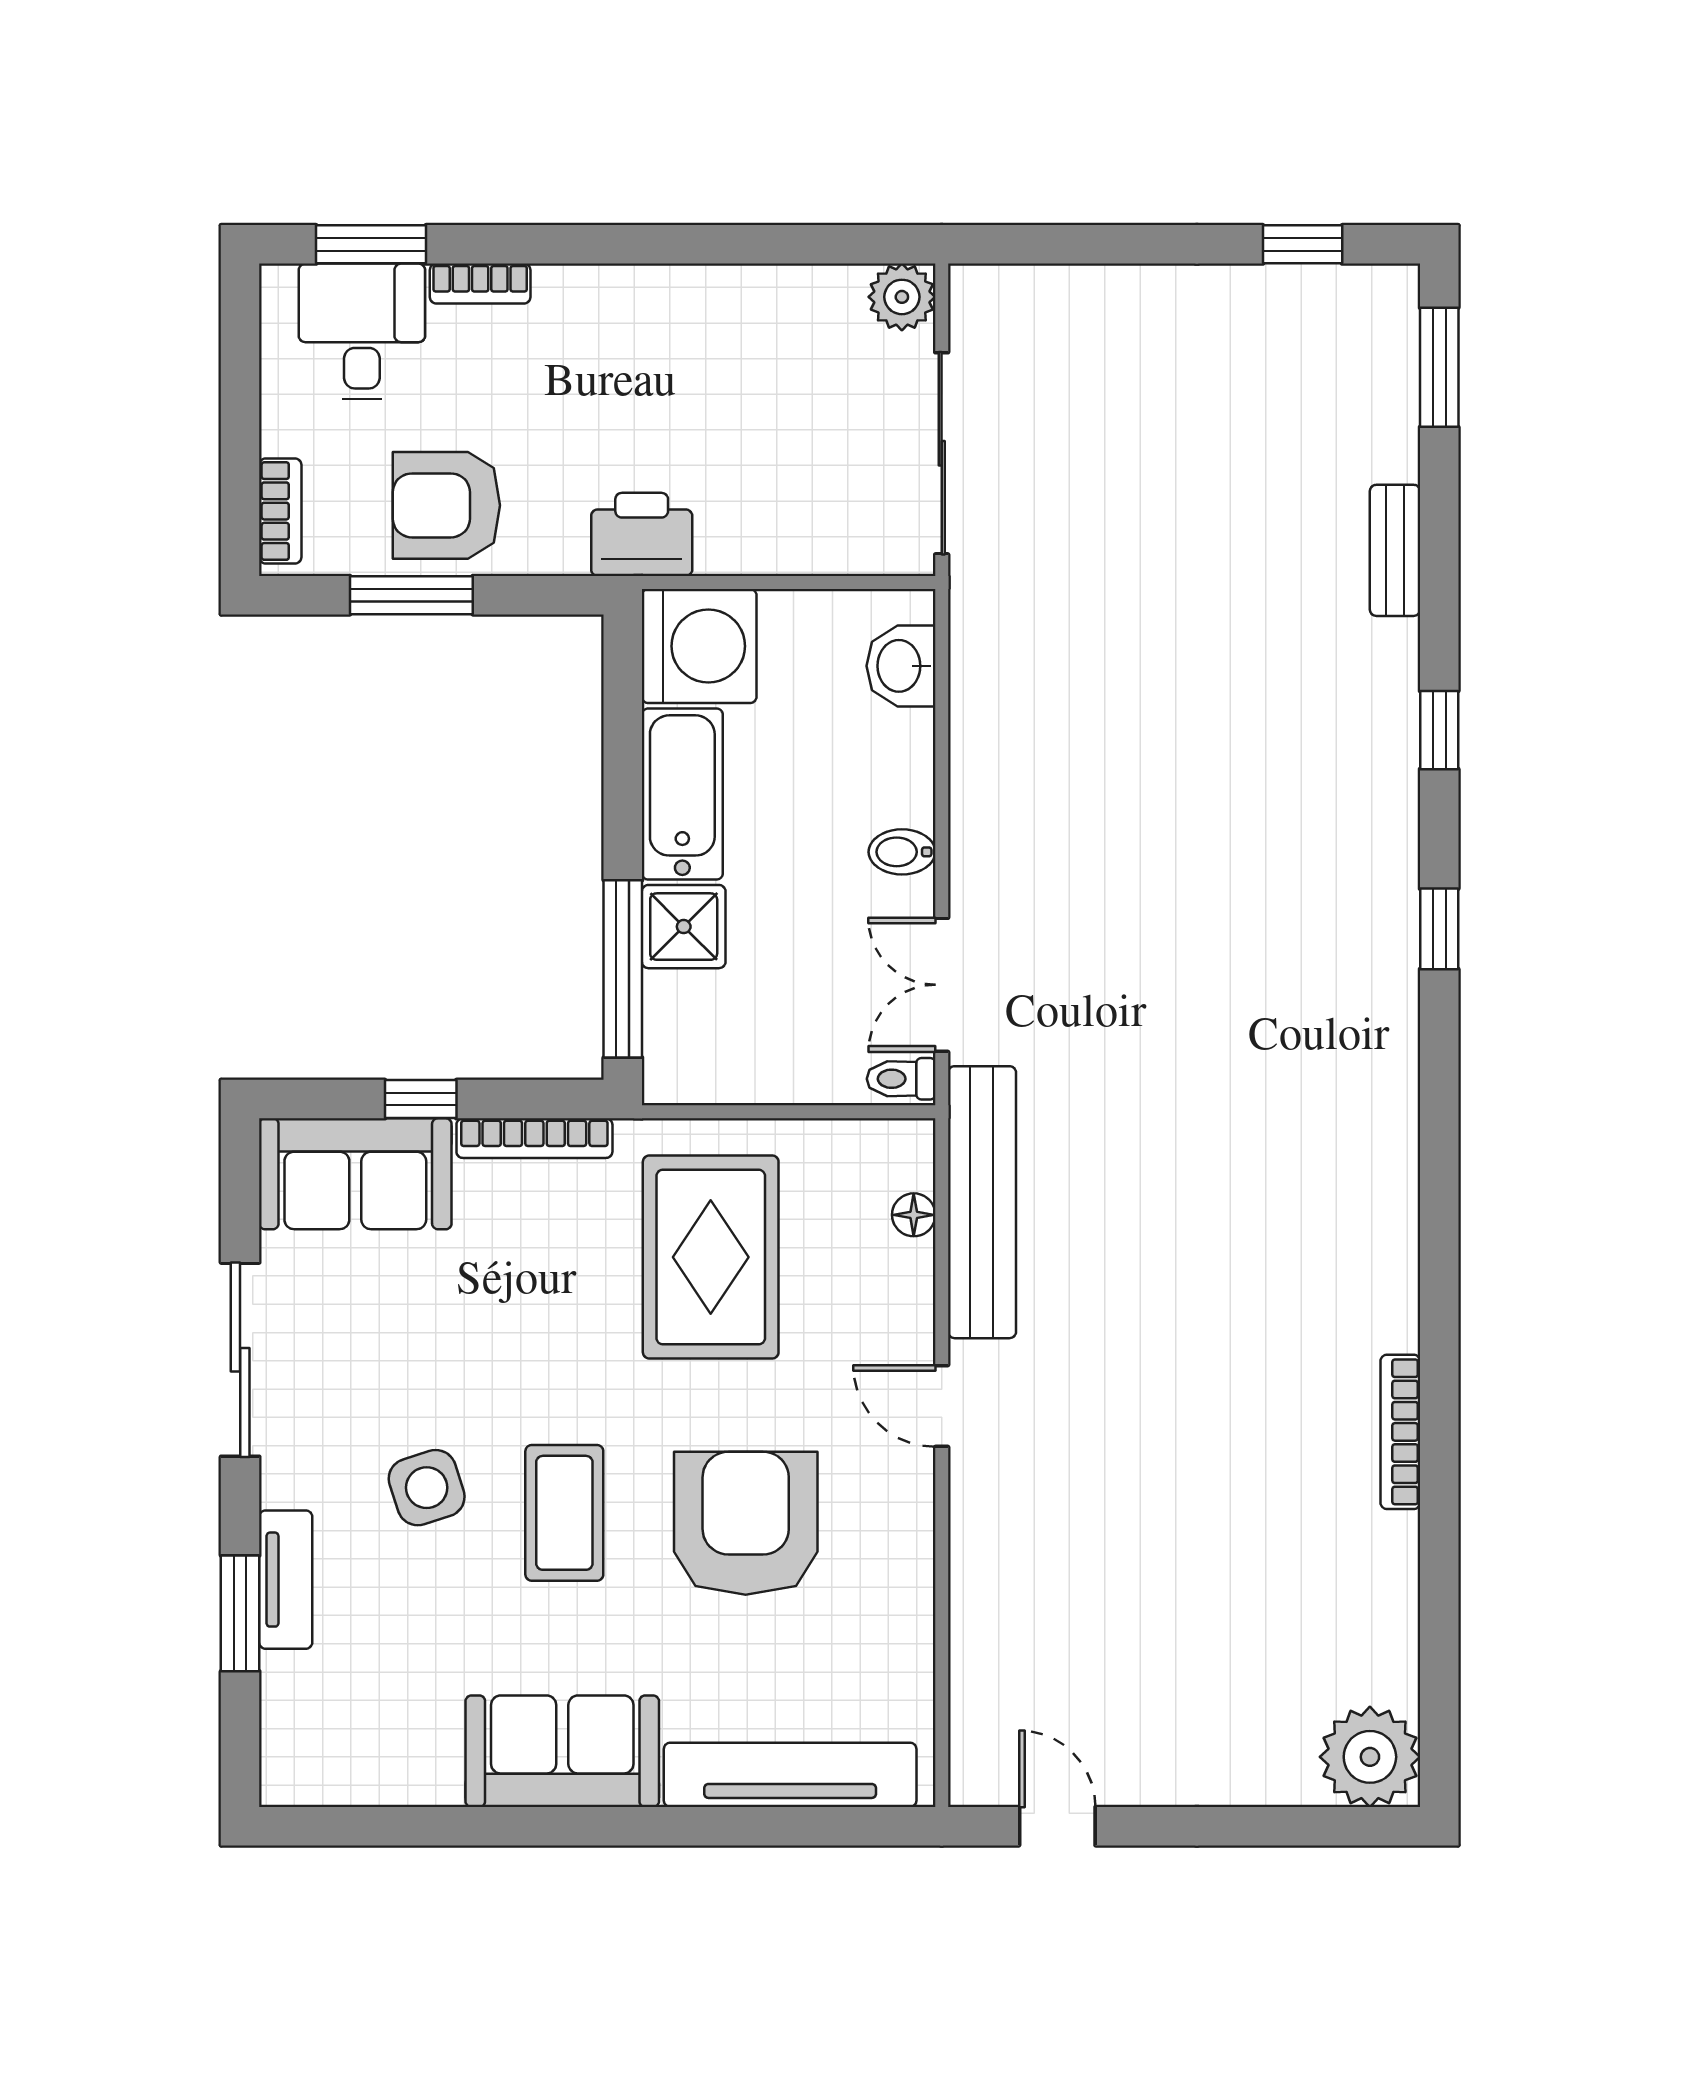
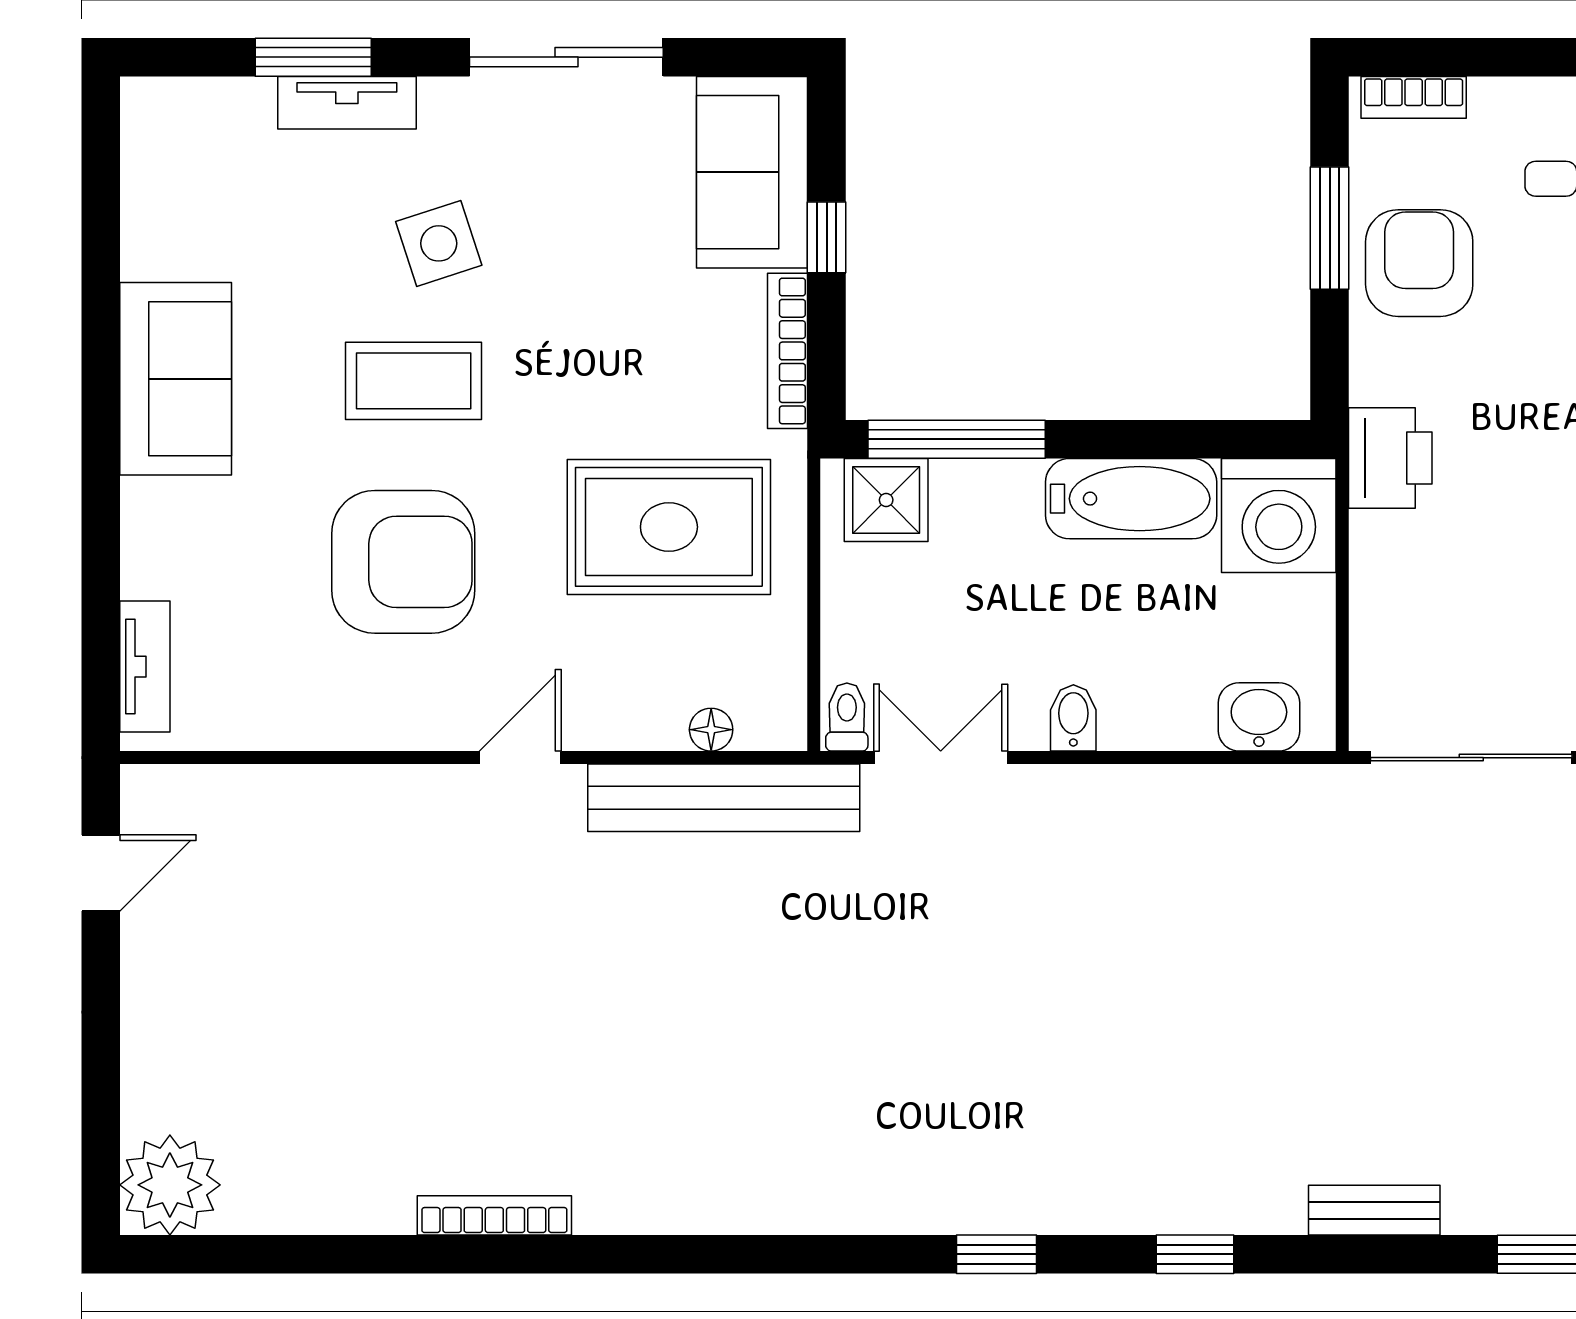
shower: (684, 927) -> (886, 500), moved
tv unit: (790, 1775) -> (145, 667), width x0.52, depth x0.78

